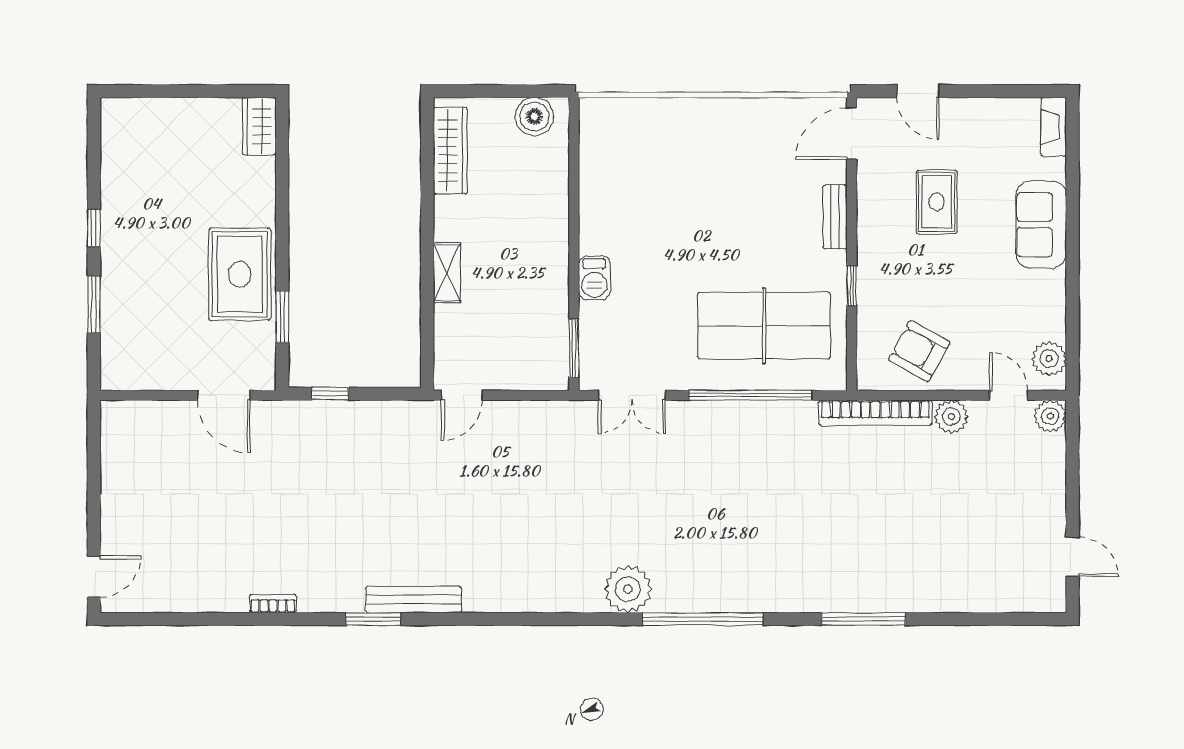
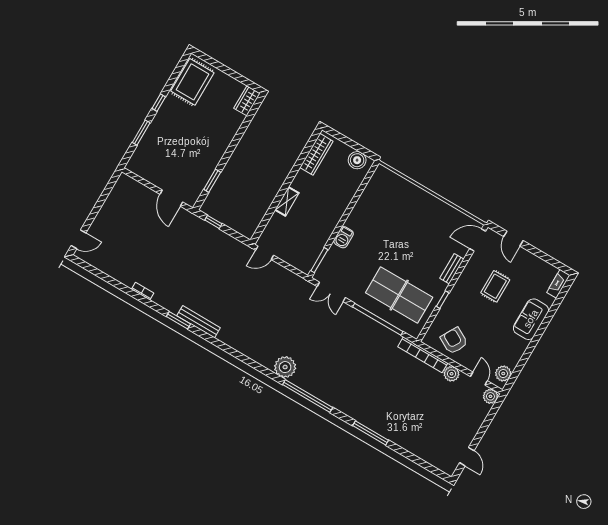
rug: (240, 274) -> (192, 82), moved

